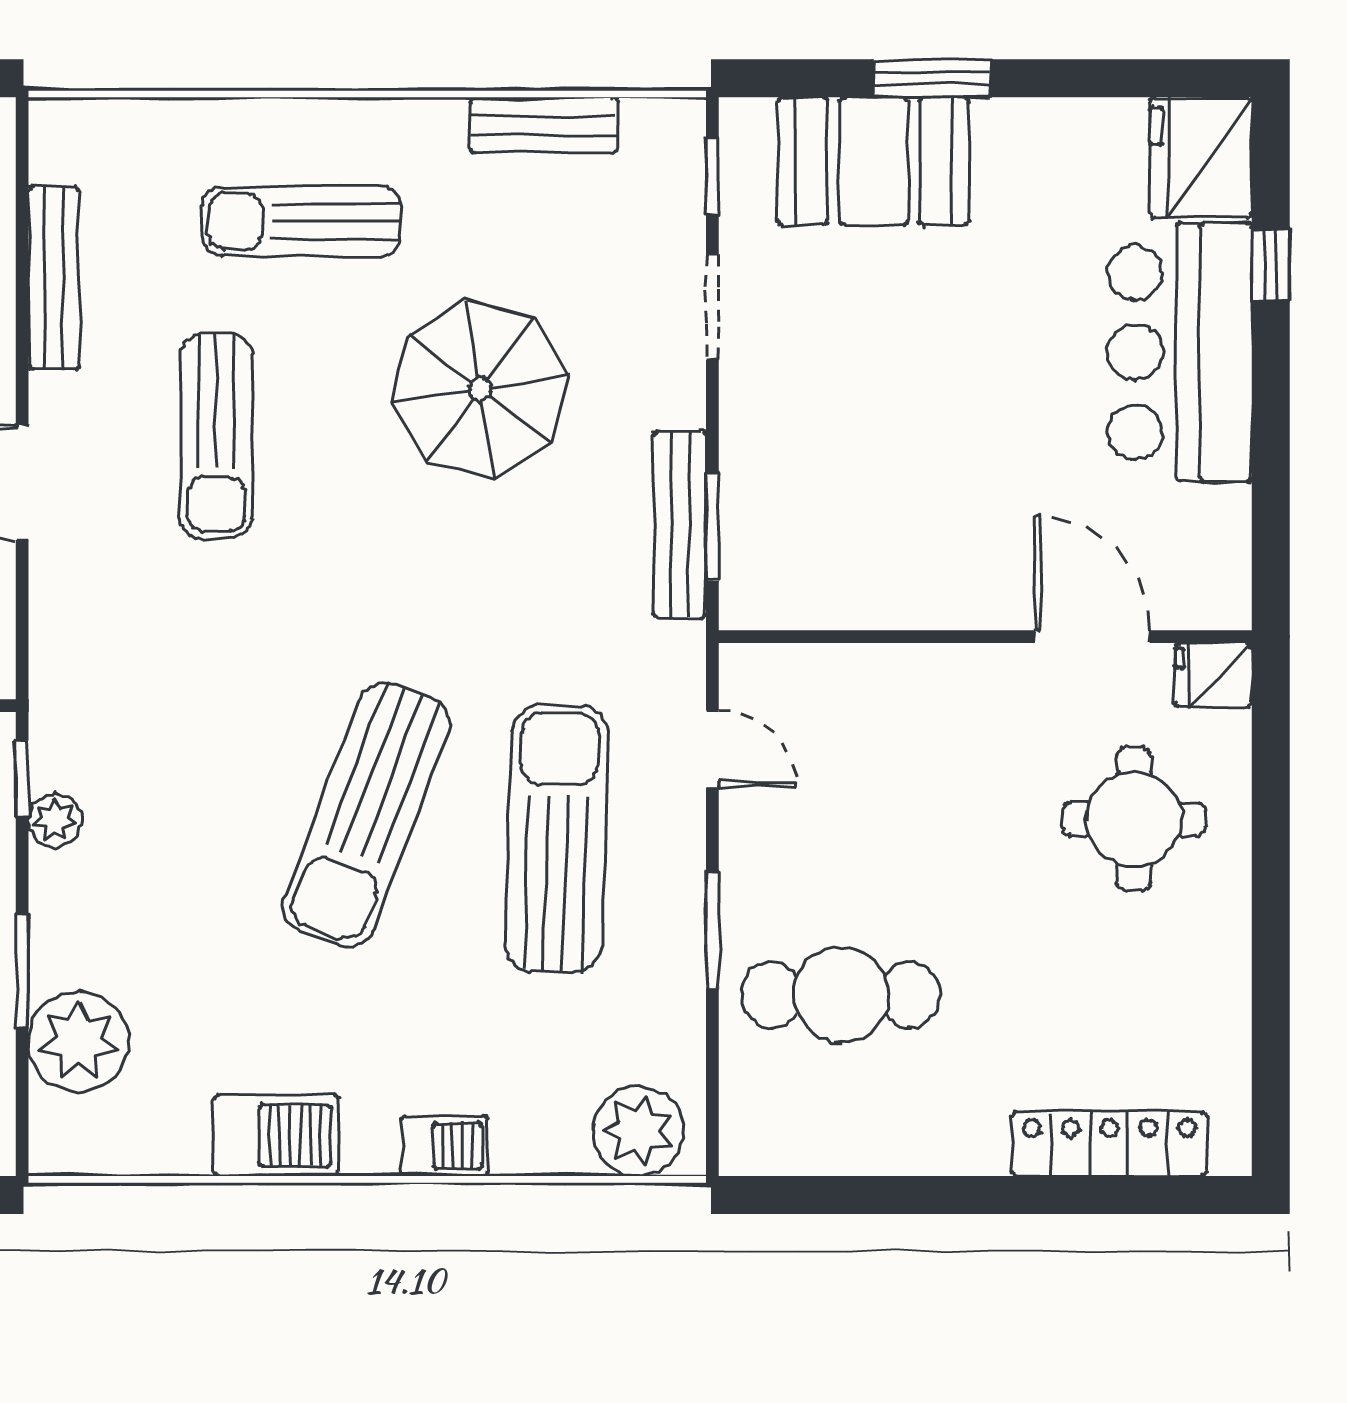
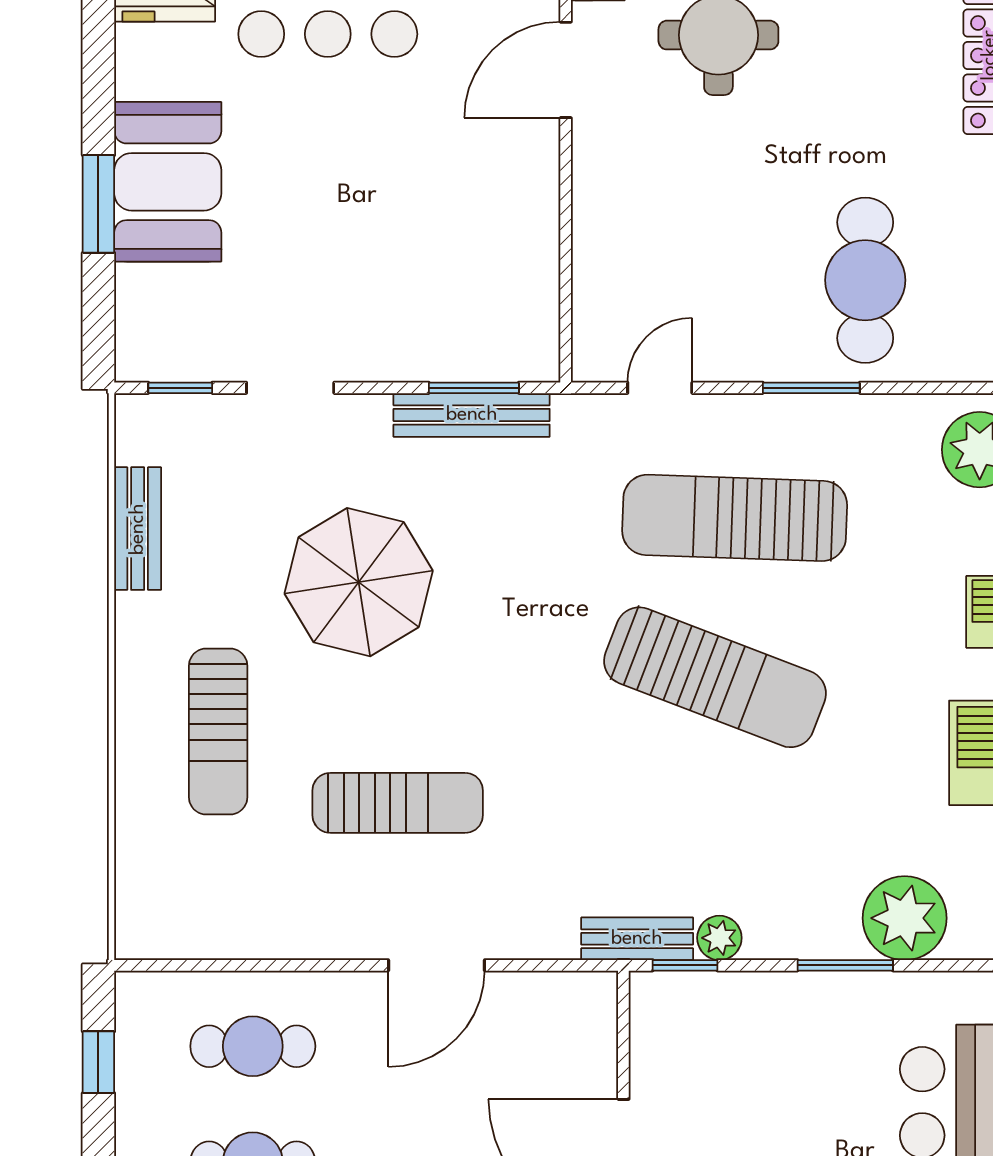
booth: (873, 161) -> (168, 182), moved
bench: (54, 278) -> (637, 939), moved, width x0.73

